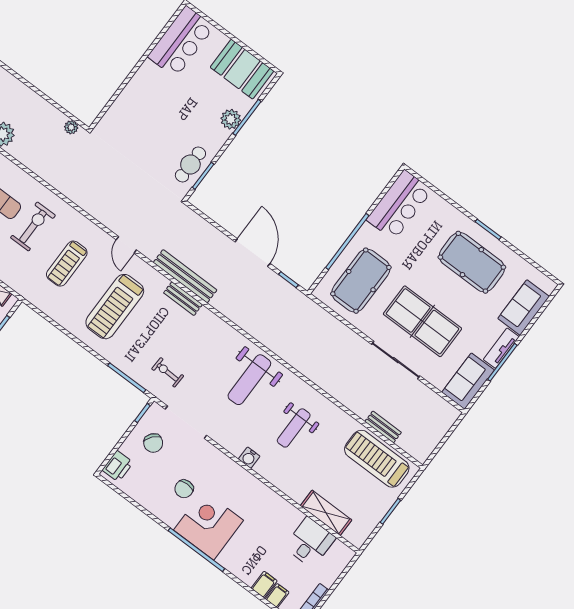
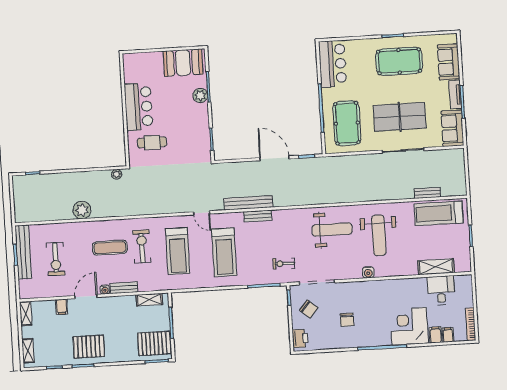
bar counter: (181, 42) -> (138, 107), moved
cafe table: (190, 165) -> (152, 142), moved, turned 90
treadmill: (67, 264) -> (178, 251), width x1.37, depth x1.38
weight bench: (249, 380) -> (332, 229), turned -90
weight bench: (294, 428) -> (379, 235), width x1.36, depth x1.33
corner desk: (209, 525) -> (409, 326), moved

